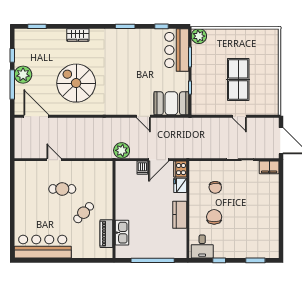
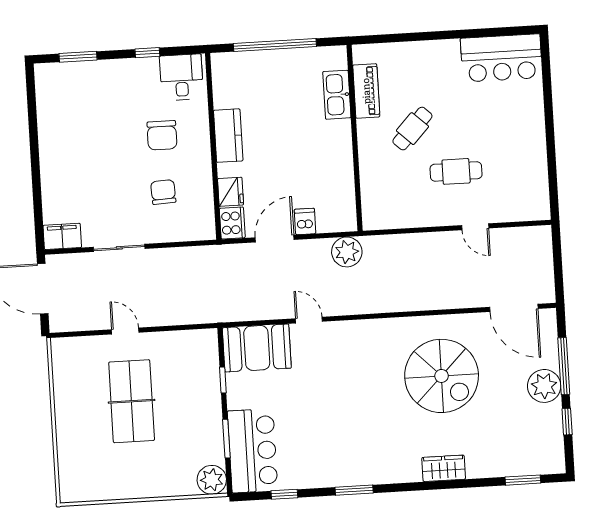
bar counter: (43, 247) -> (501, 58), width x0.73

